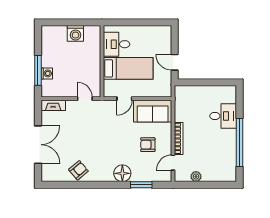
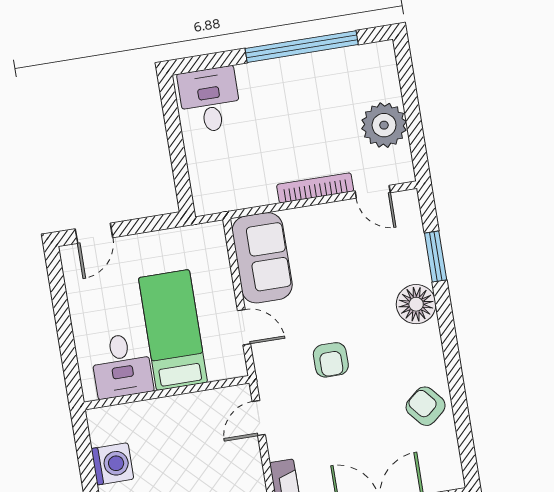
door: (175, 62) -> (94, 233), moved
desk: (223, 116) -> (210, 100), moved
armchair: (148, 145) -> (331, 360), moved
plant: (196, 177) -> (384, 125), width x1.88, depth x1.88

